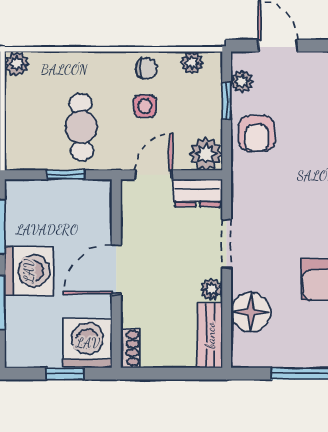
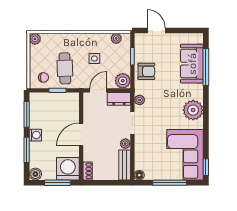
chair: (146, 68) -> (43, 77), moved
plant: (242, 81) -> (140, 100), moved
armchair: (257, 134) -> (146, 71), turned -90
washing machine: (29, 271) -> (35, 135), width x0.53, depth x0.53
floor lamp: (251, 312) -> (139, 175), moved, width x0.53, depth x0.53
boiler: (18, 355) -> (35, 174), added
window: (65, 374) -> (57, 183), width x1.50

